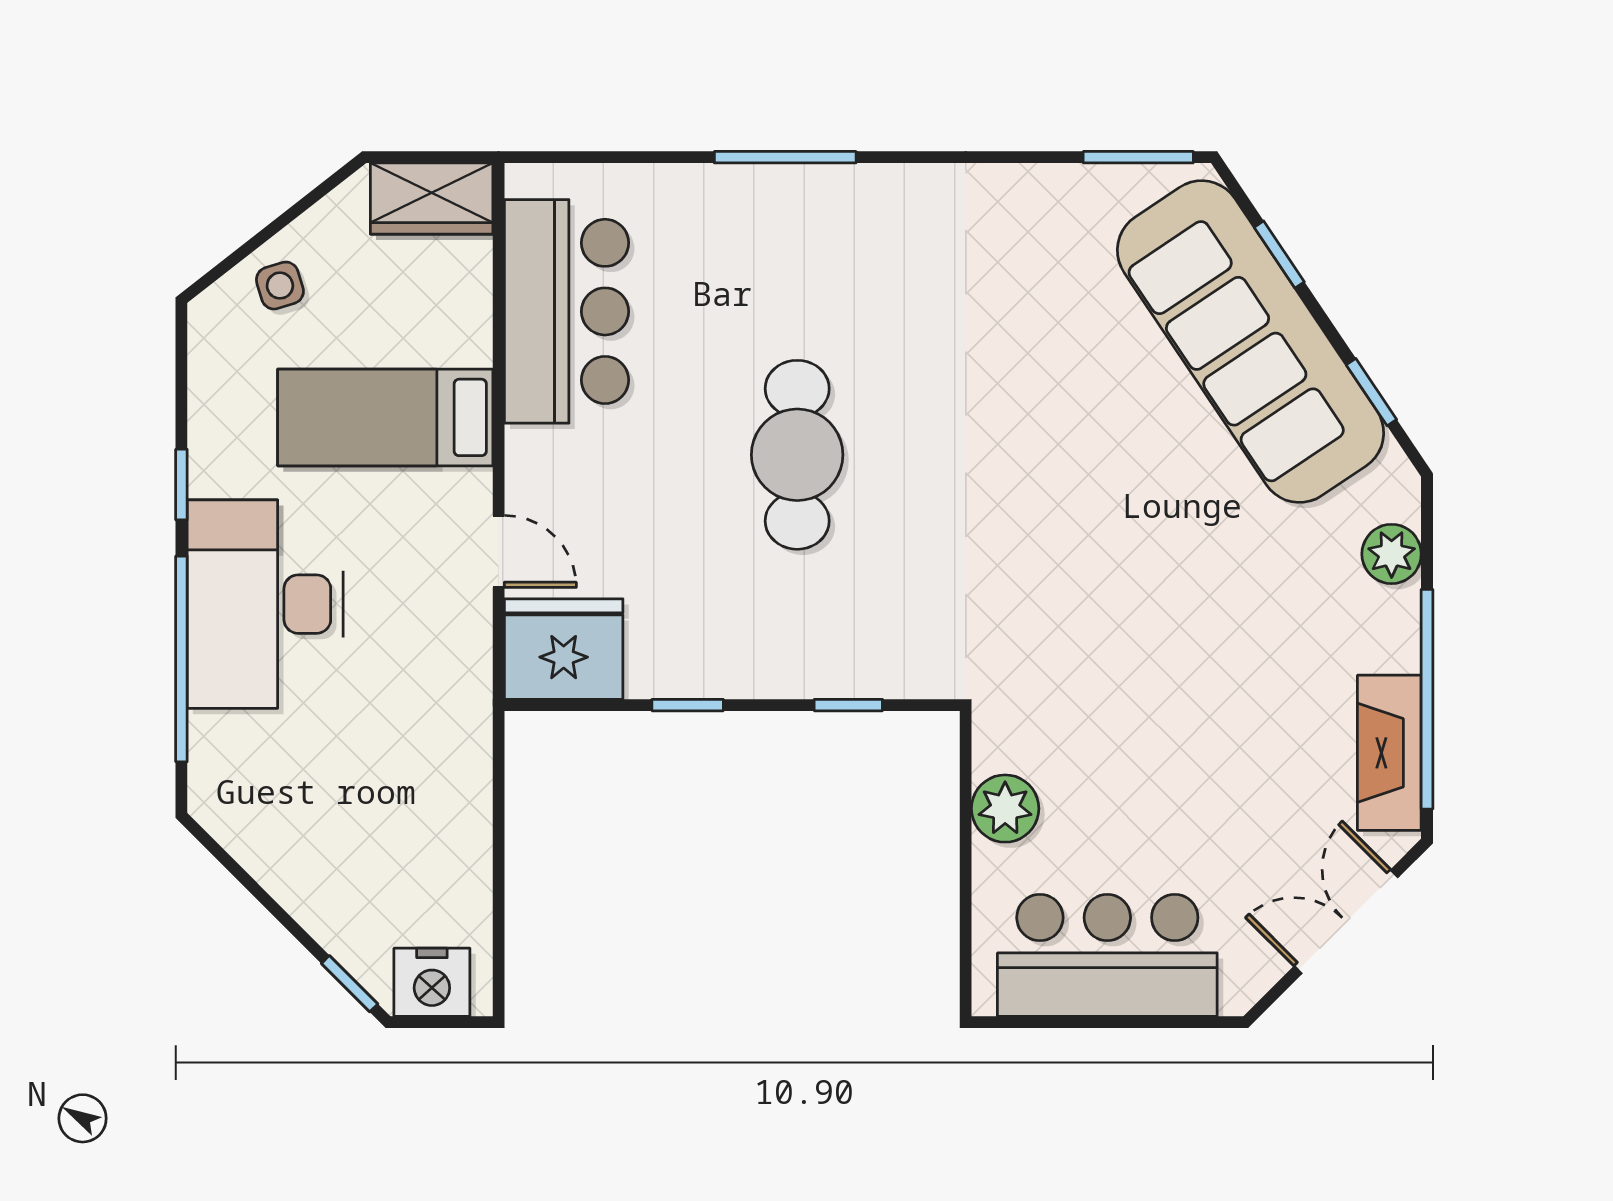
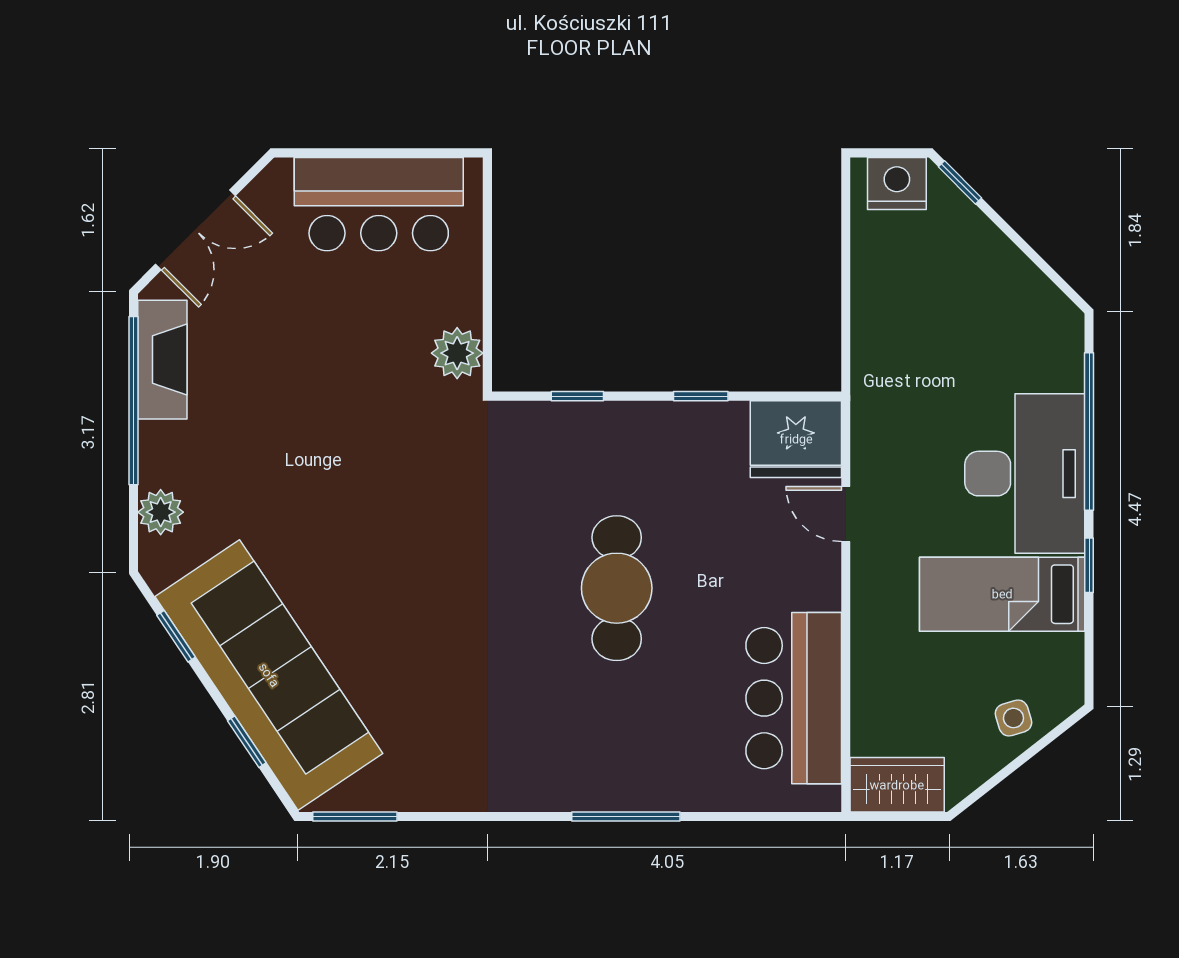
bed: (385, 417) -> (1002, 594), moved, turned 180
plant: (1005, 809) -> (457, 353), moved

